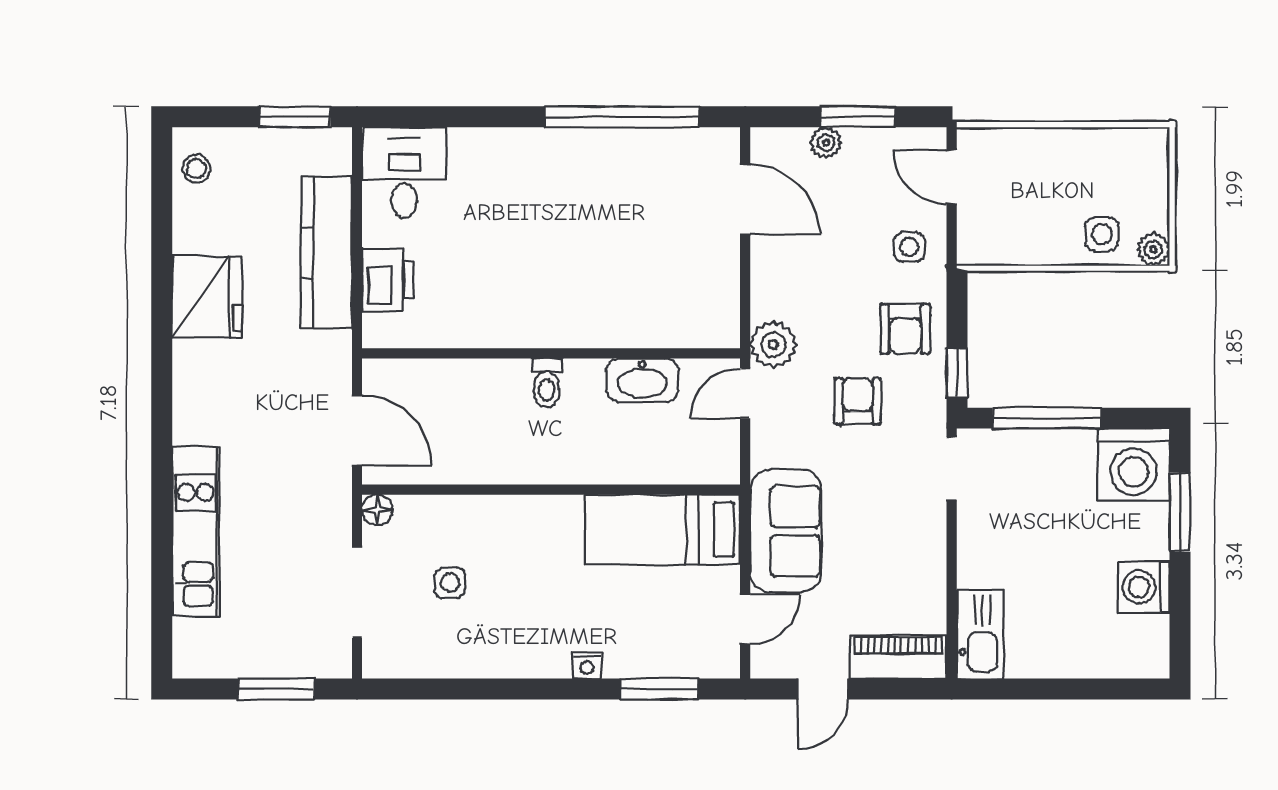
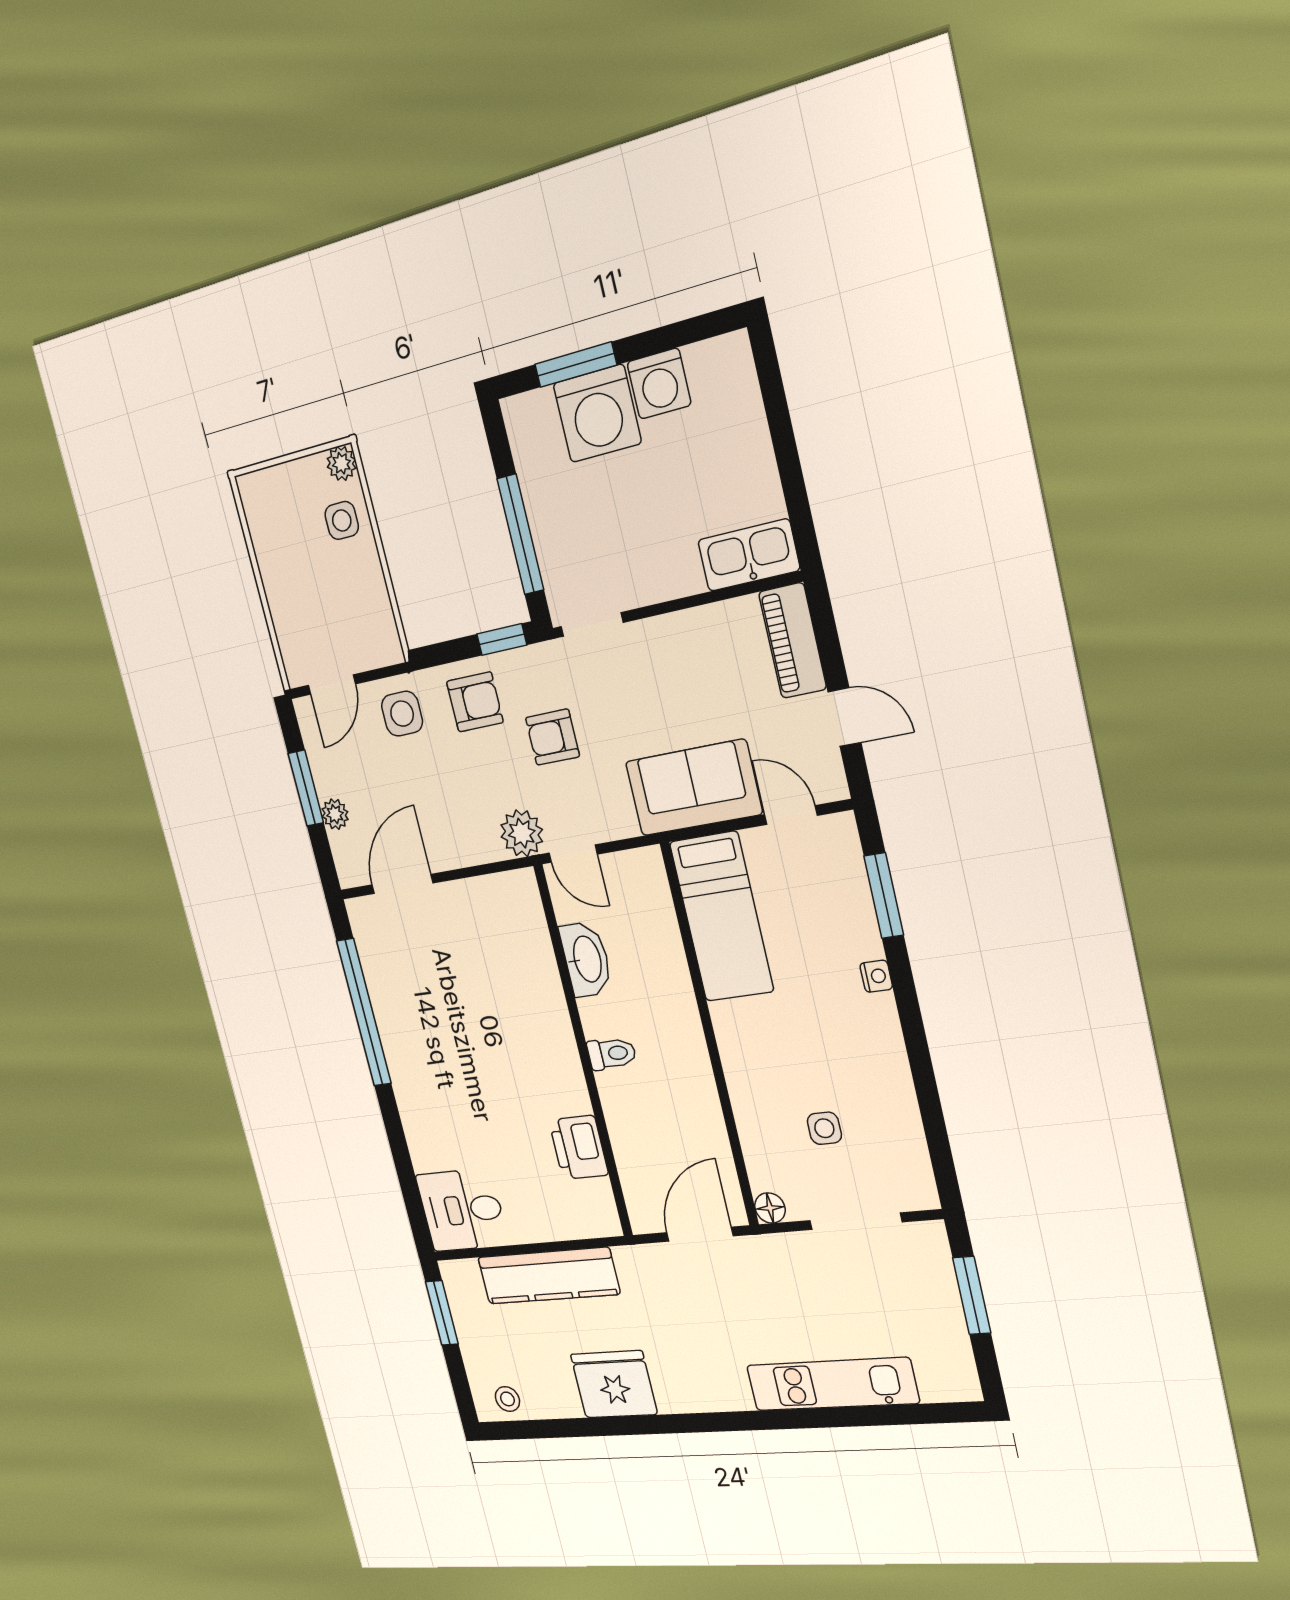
side table: (909, 247) -> (402, 714), width x1.37, depth x1.37
printer: (388, 280) -> (579, 1147), moved, turned -90
washing machine: (1133, 465) -> (597, 413), moved, turned 90

